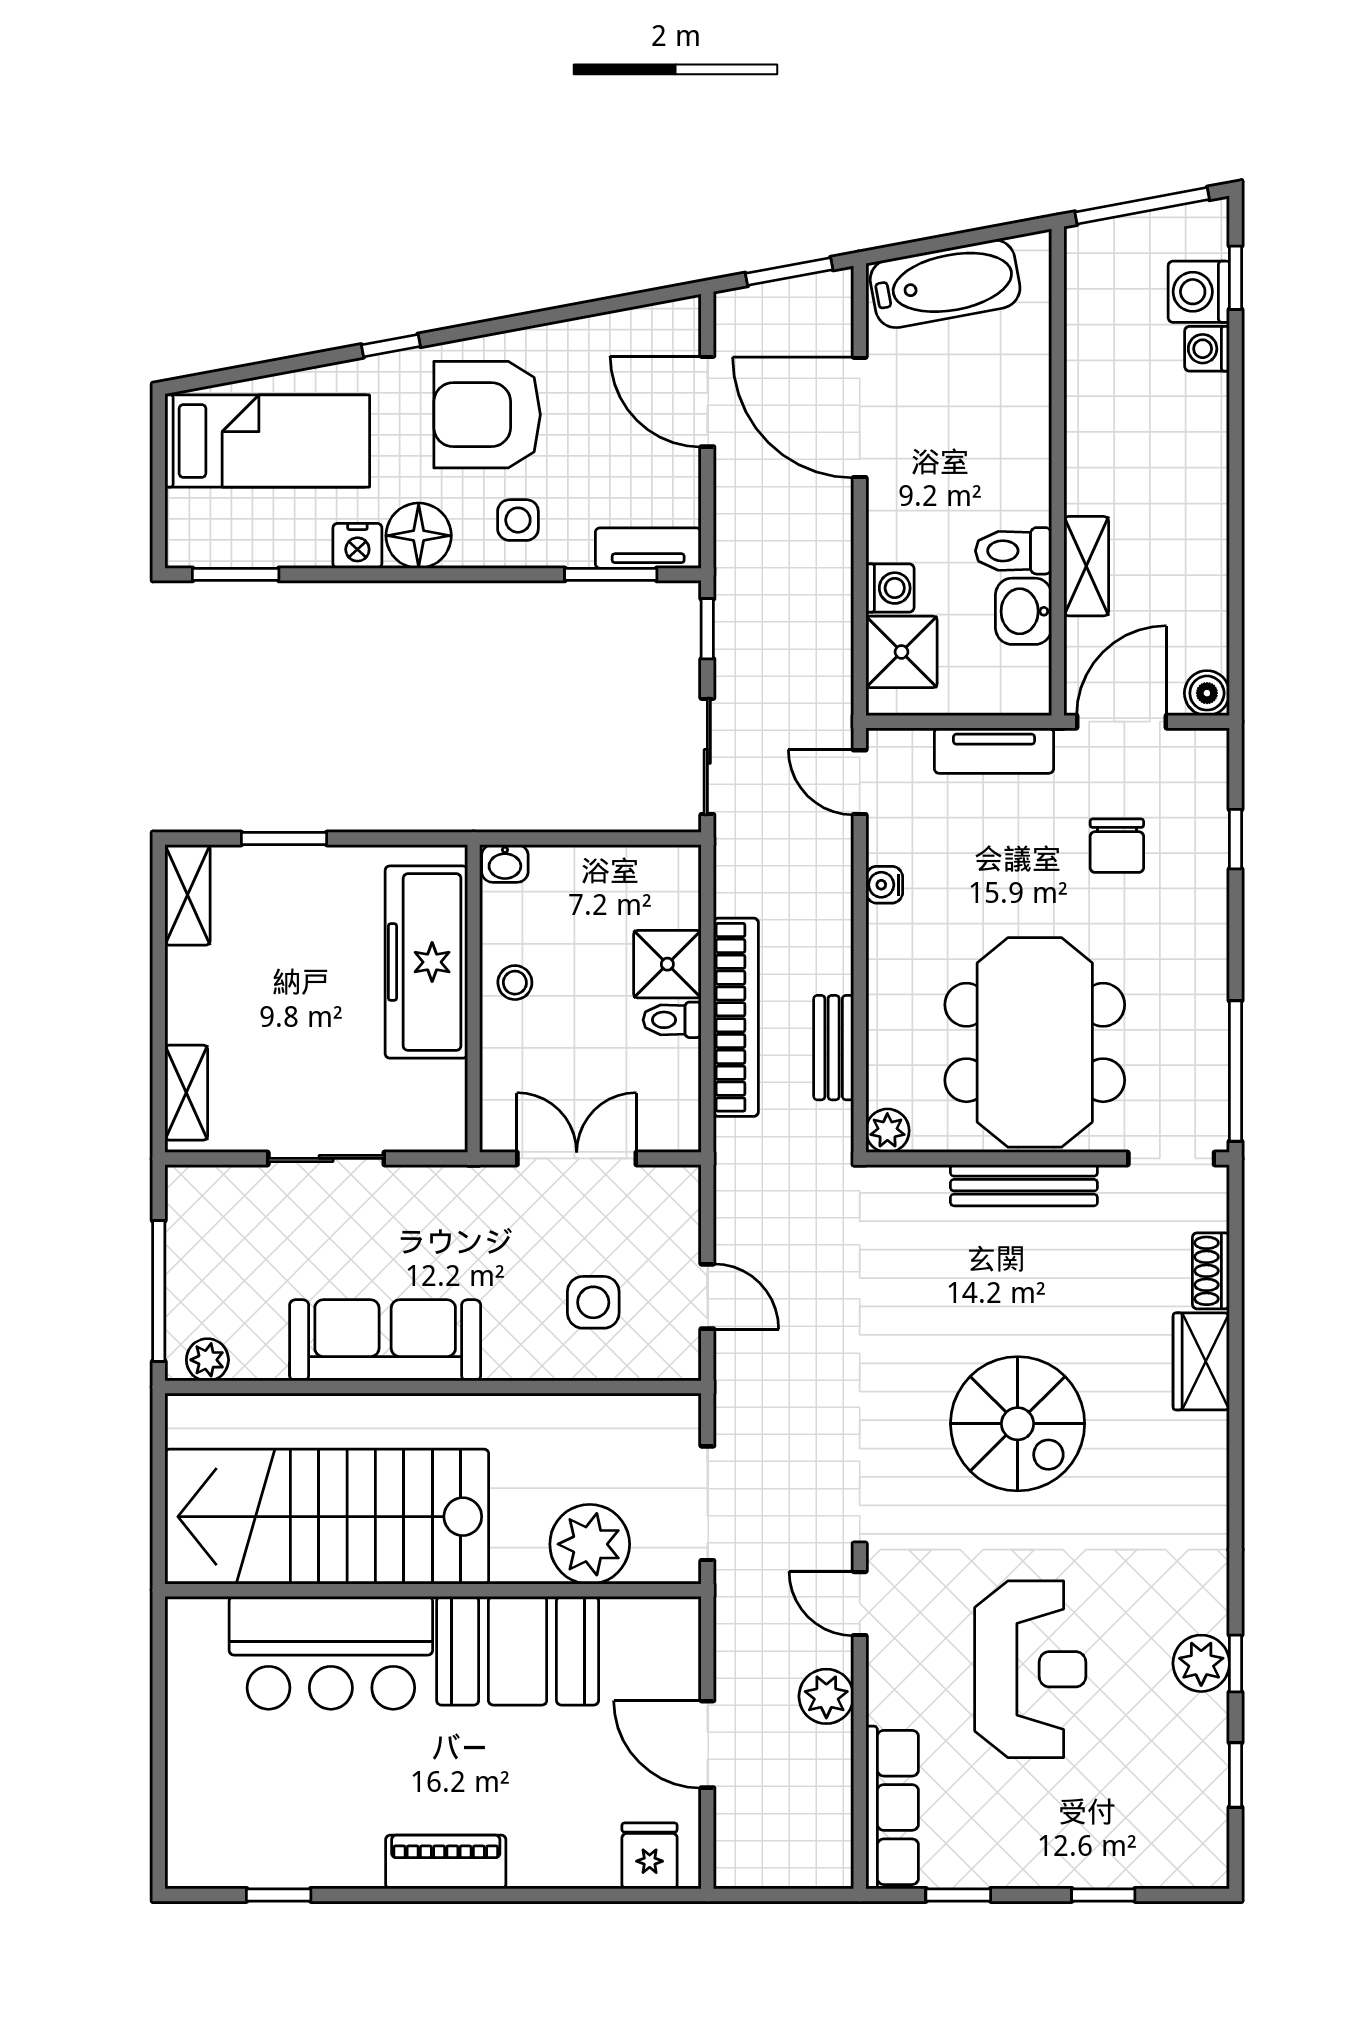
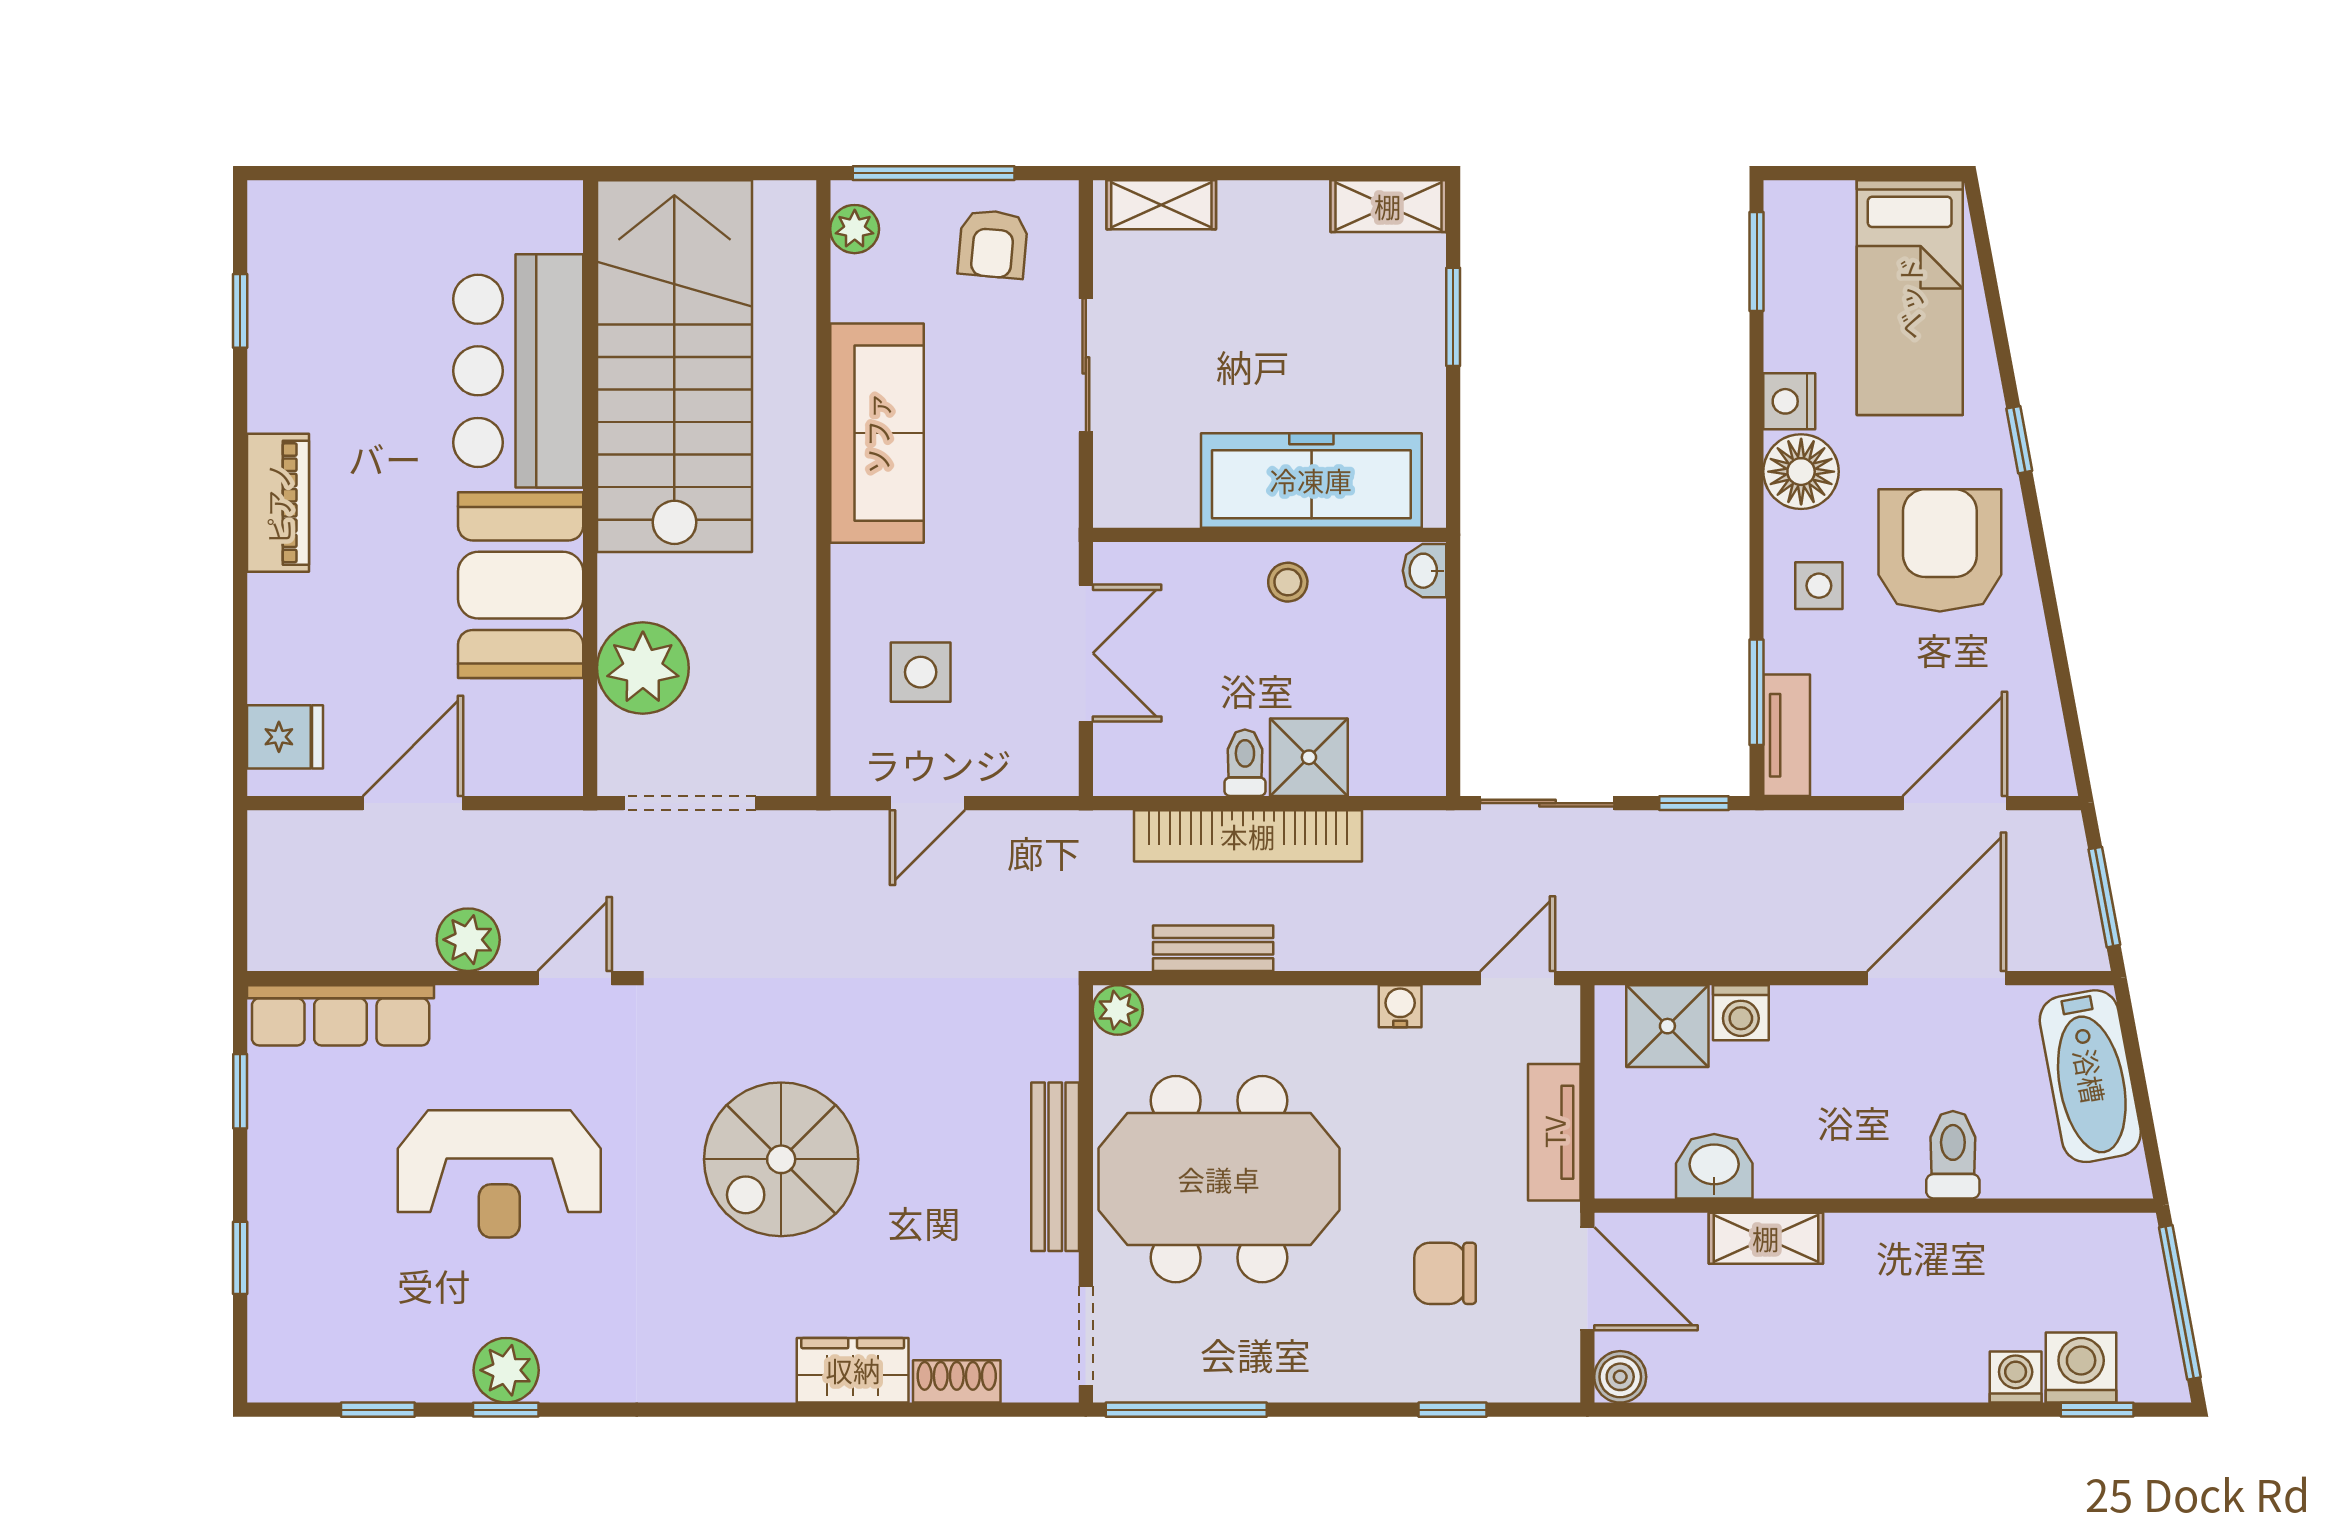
toilet: (1014, 551) -> (1953, 1155), moved
armchair: (220, 1239) -> (993, 244), added

